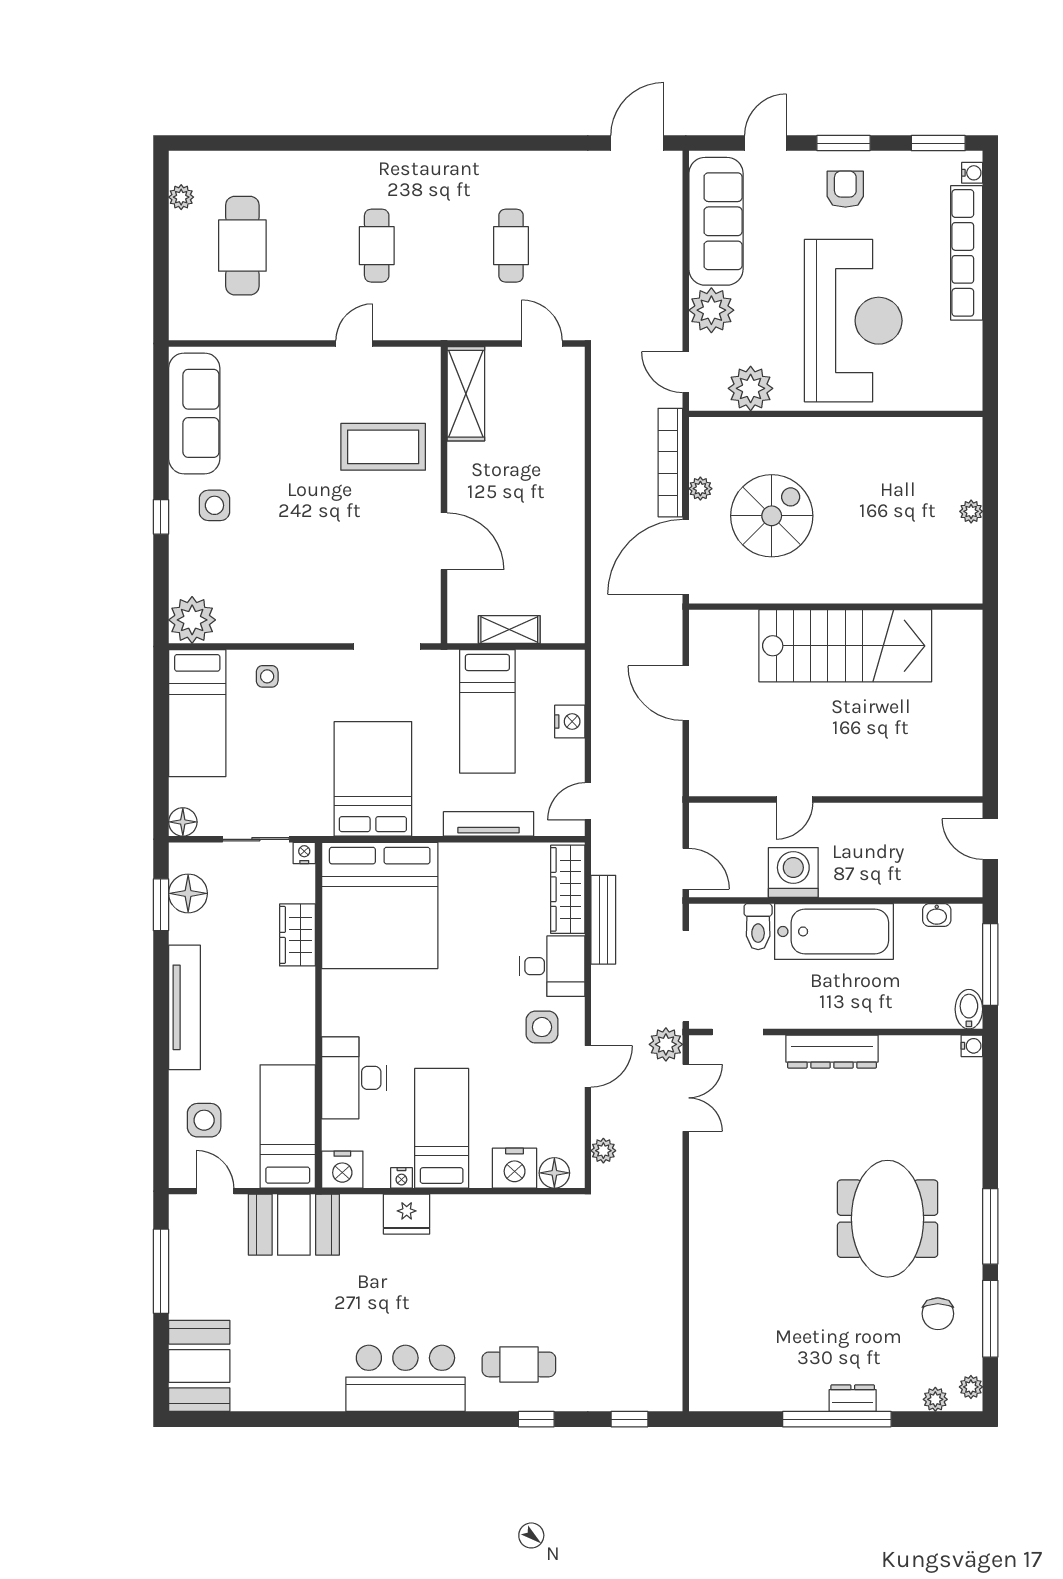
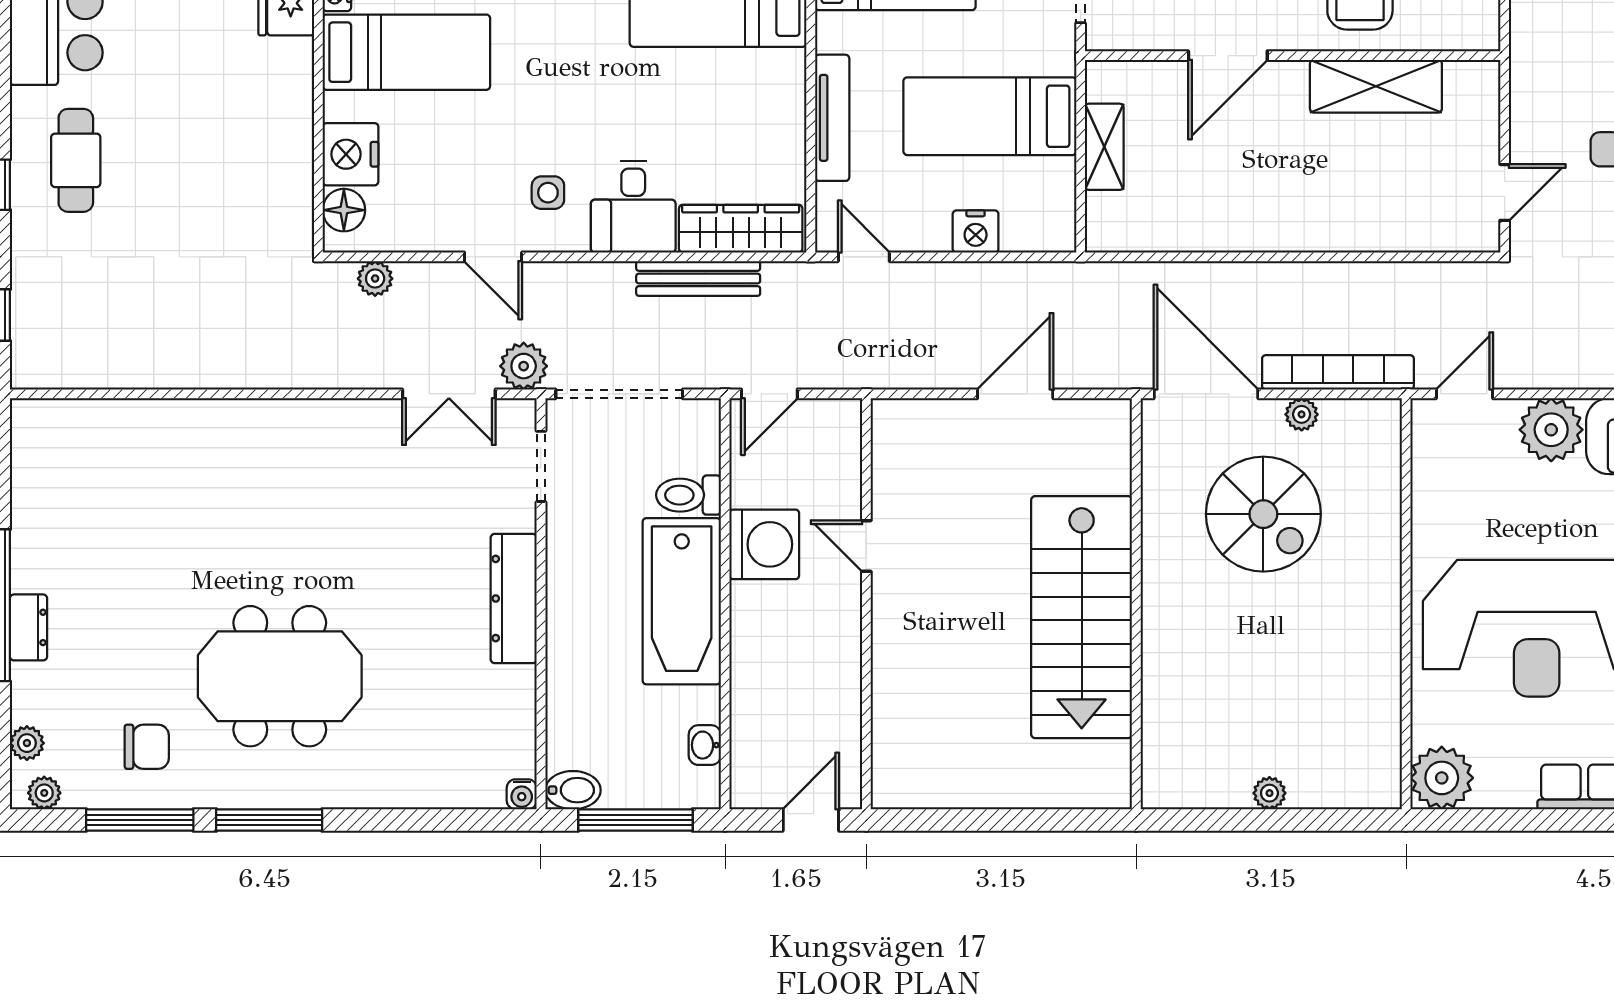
plant: (751, 388) -> (1442, 778), moved
shelving: (466, 394) -> (1376, 86), moved
side table: (542, 1027) -> (548, 193), width x0.73, depth x0.73
chair: (938, 1314) -> (147, 747), turned 180

